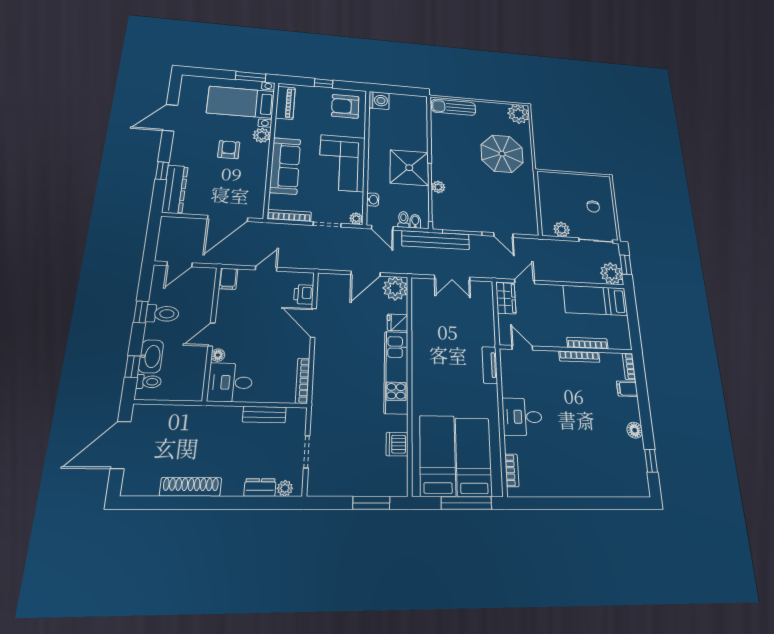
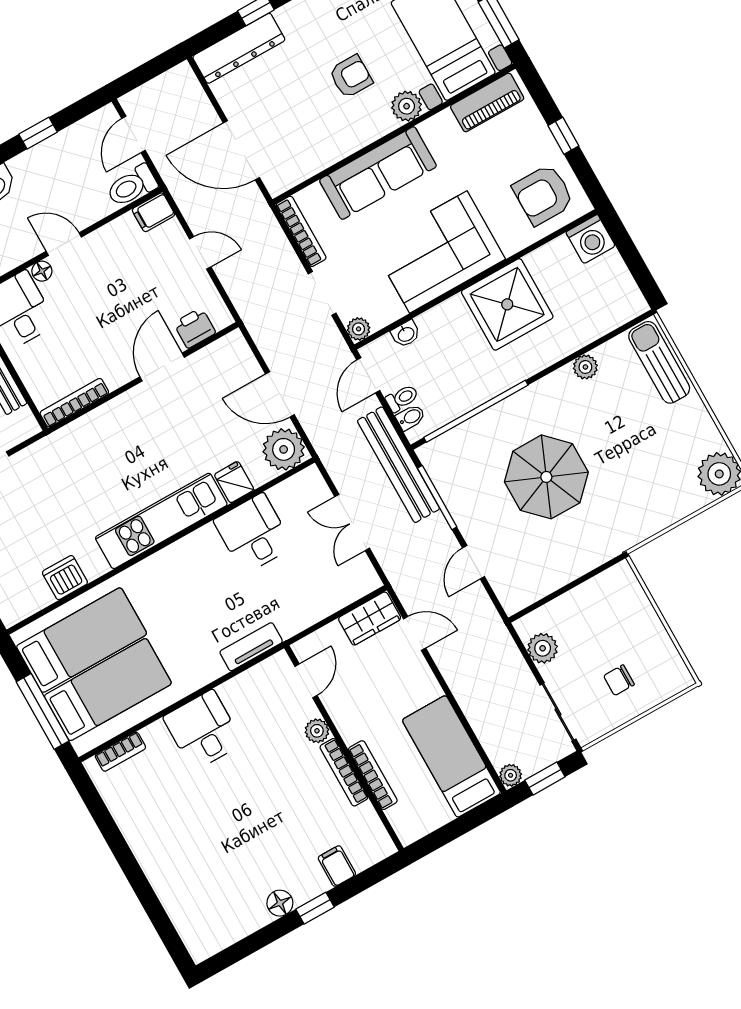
armchair: (345, 106) -> (543, 195), turned -90
parasol: (502, 154) -> (546, 477), moved
shower: (409, 168) -> (507, 304), moved
plant: (438, 187) -> (585, 367), moved
door: (180, 264) -> (133, 134), hinge flipped
plant: (611, 274) -> (511, 775), width x0.53, depth x0.53
toilet: (162, 314) -> (132, 186), moved, turned 90
desk: (430, 329) -> (253, 534), added
plant: (551, 357) -> (317, 731), added
bookcase: (629, 366) -> (374, 854), removed
window: (651, 461) -> (315, 908), moved

